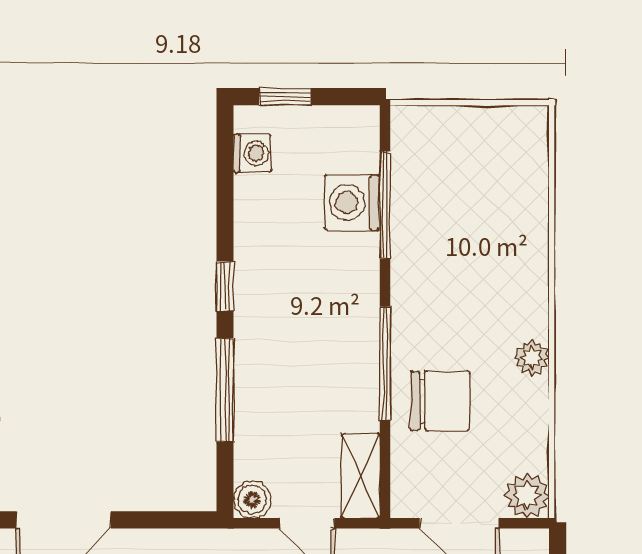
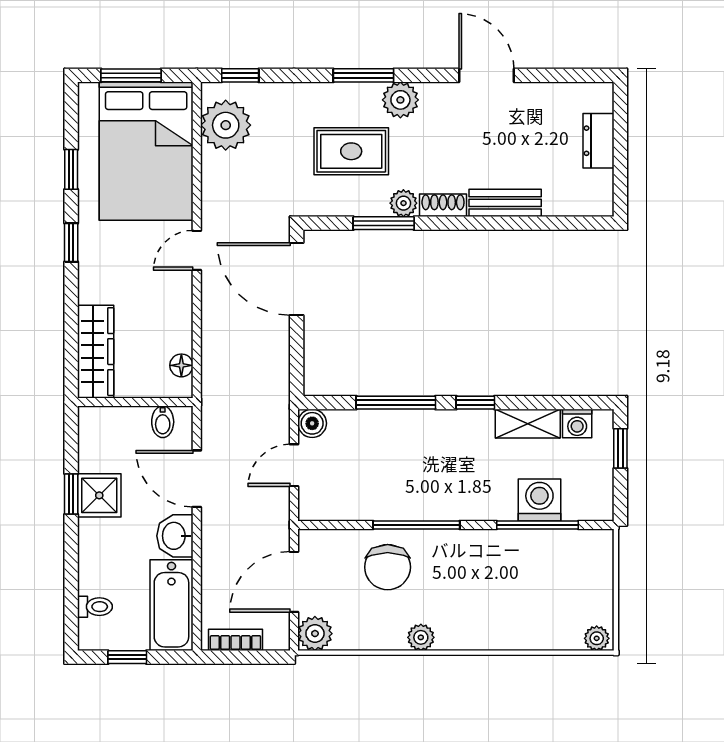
plant: (533, 128) -> (597, 638), added
shelving: (361, 476) -> (528, 424), moved

